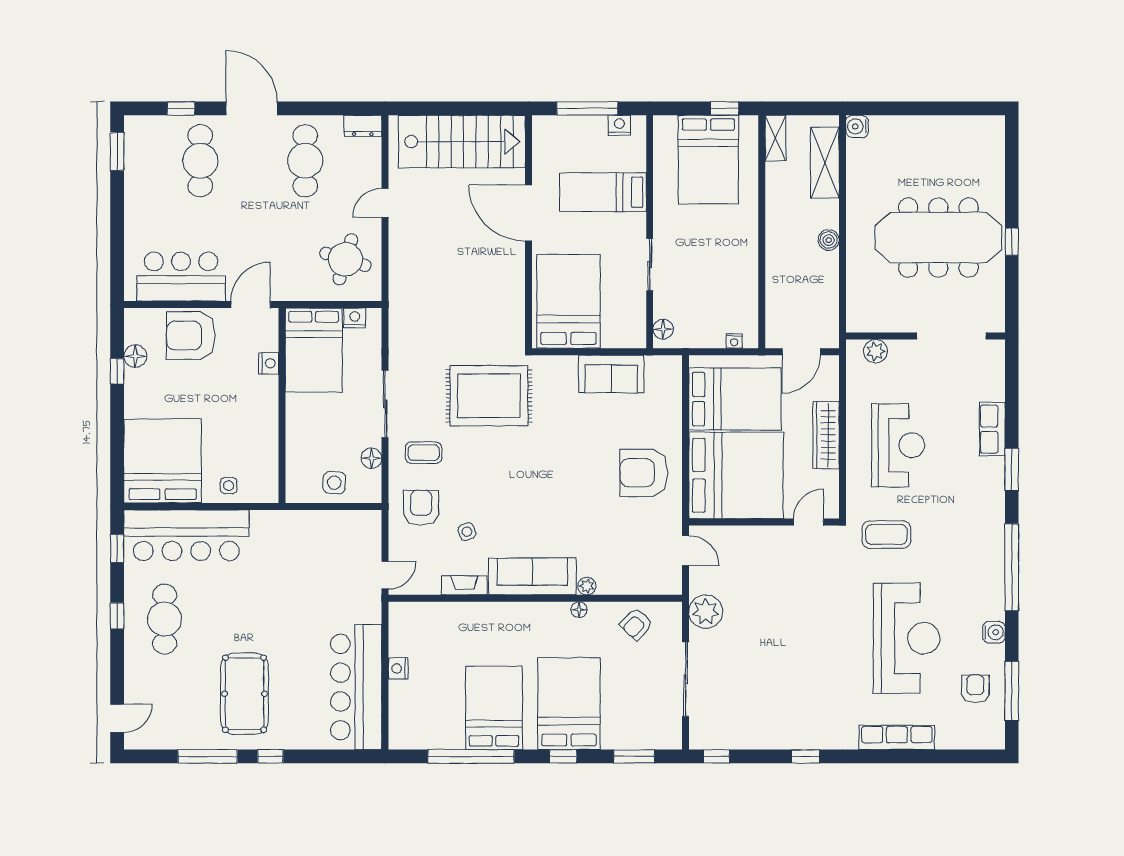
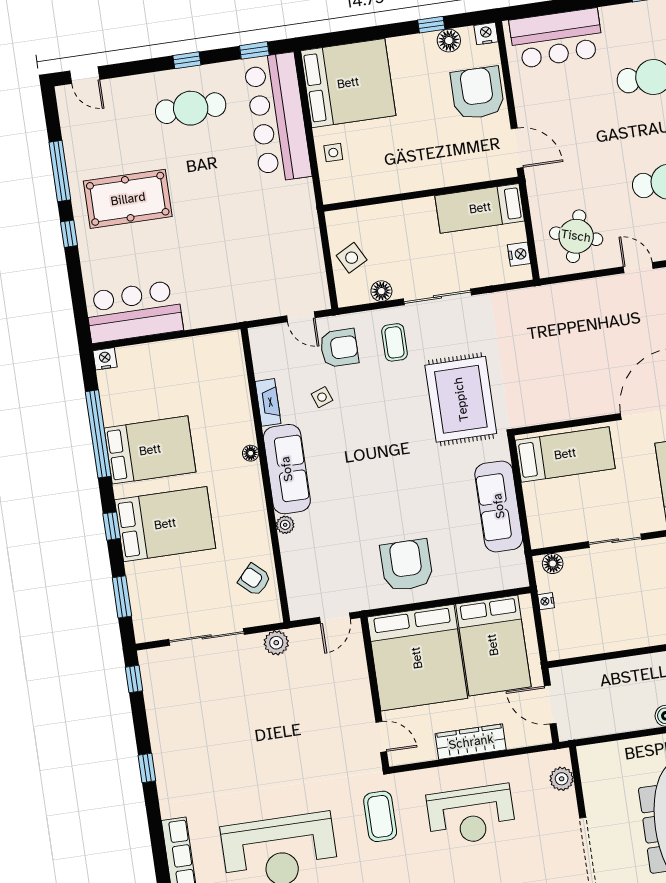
bar counter: (181, 277) -> (556, 38), moved, turned 90
bed: (568, 301) -> (565, 454), width x0.67
nightstand: (734, 341) -> (546, 601), moved
bed: (314, 350) -> (480, 208), width x0.67
nightstand: (269, 363) -> (486, 34), moved, turned 180
sofa: (611, 374) -> (499, 506), width x1.36
side table: (334, 483) -> (352, 258), turned -32
door: (385, 575) -> (301, 317), moved
floor lamp: (579, 610) -> (251, 453), moved
plant: (706, 612) -> (276, 643), width x0.73, depth x0.73
nightstand: (398, 668) -> (105, 359), moved
bar counter: (356, 687) -> (134, 312), width x0.73

